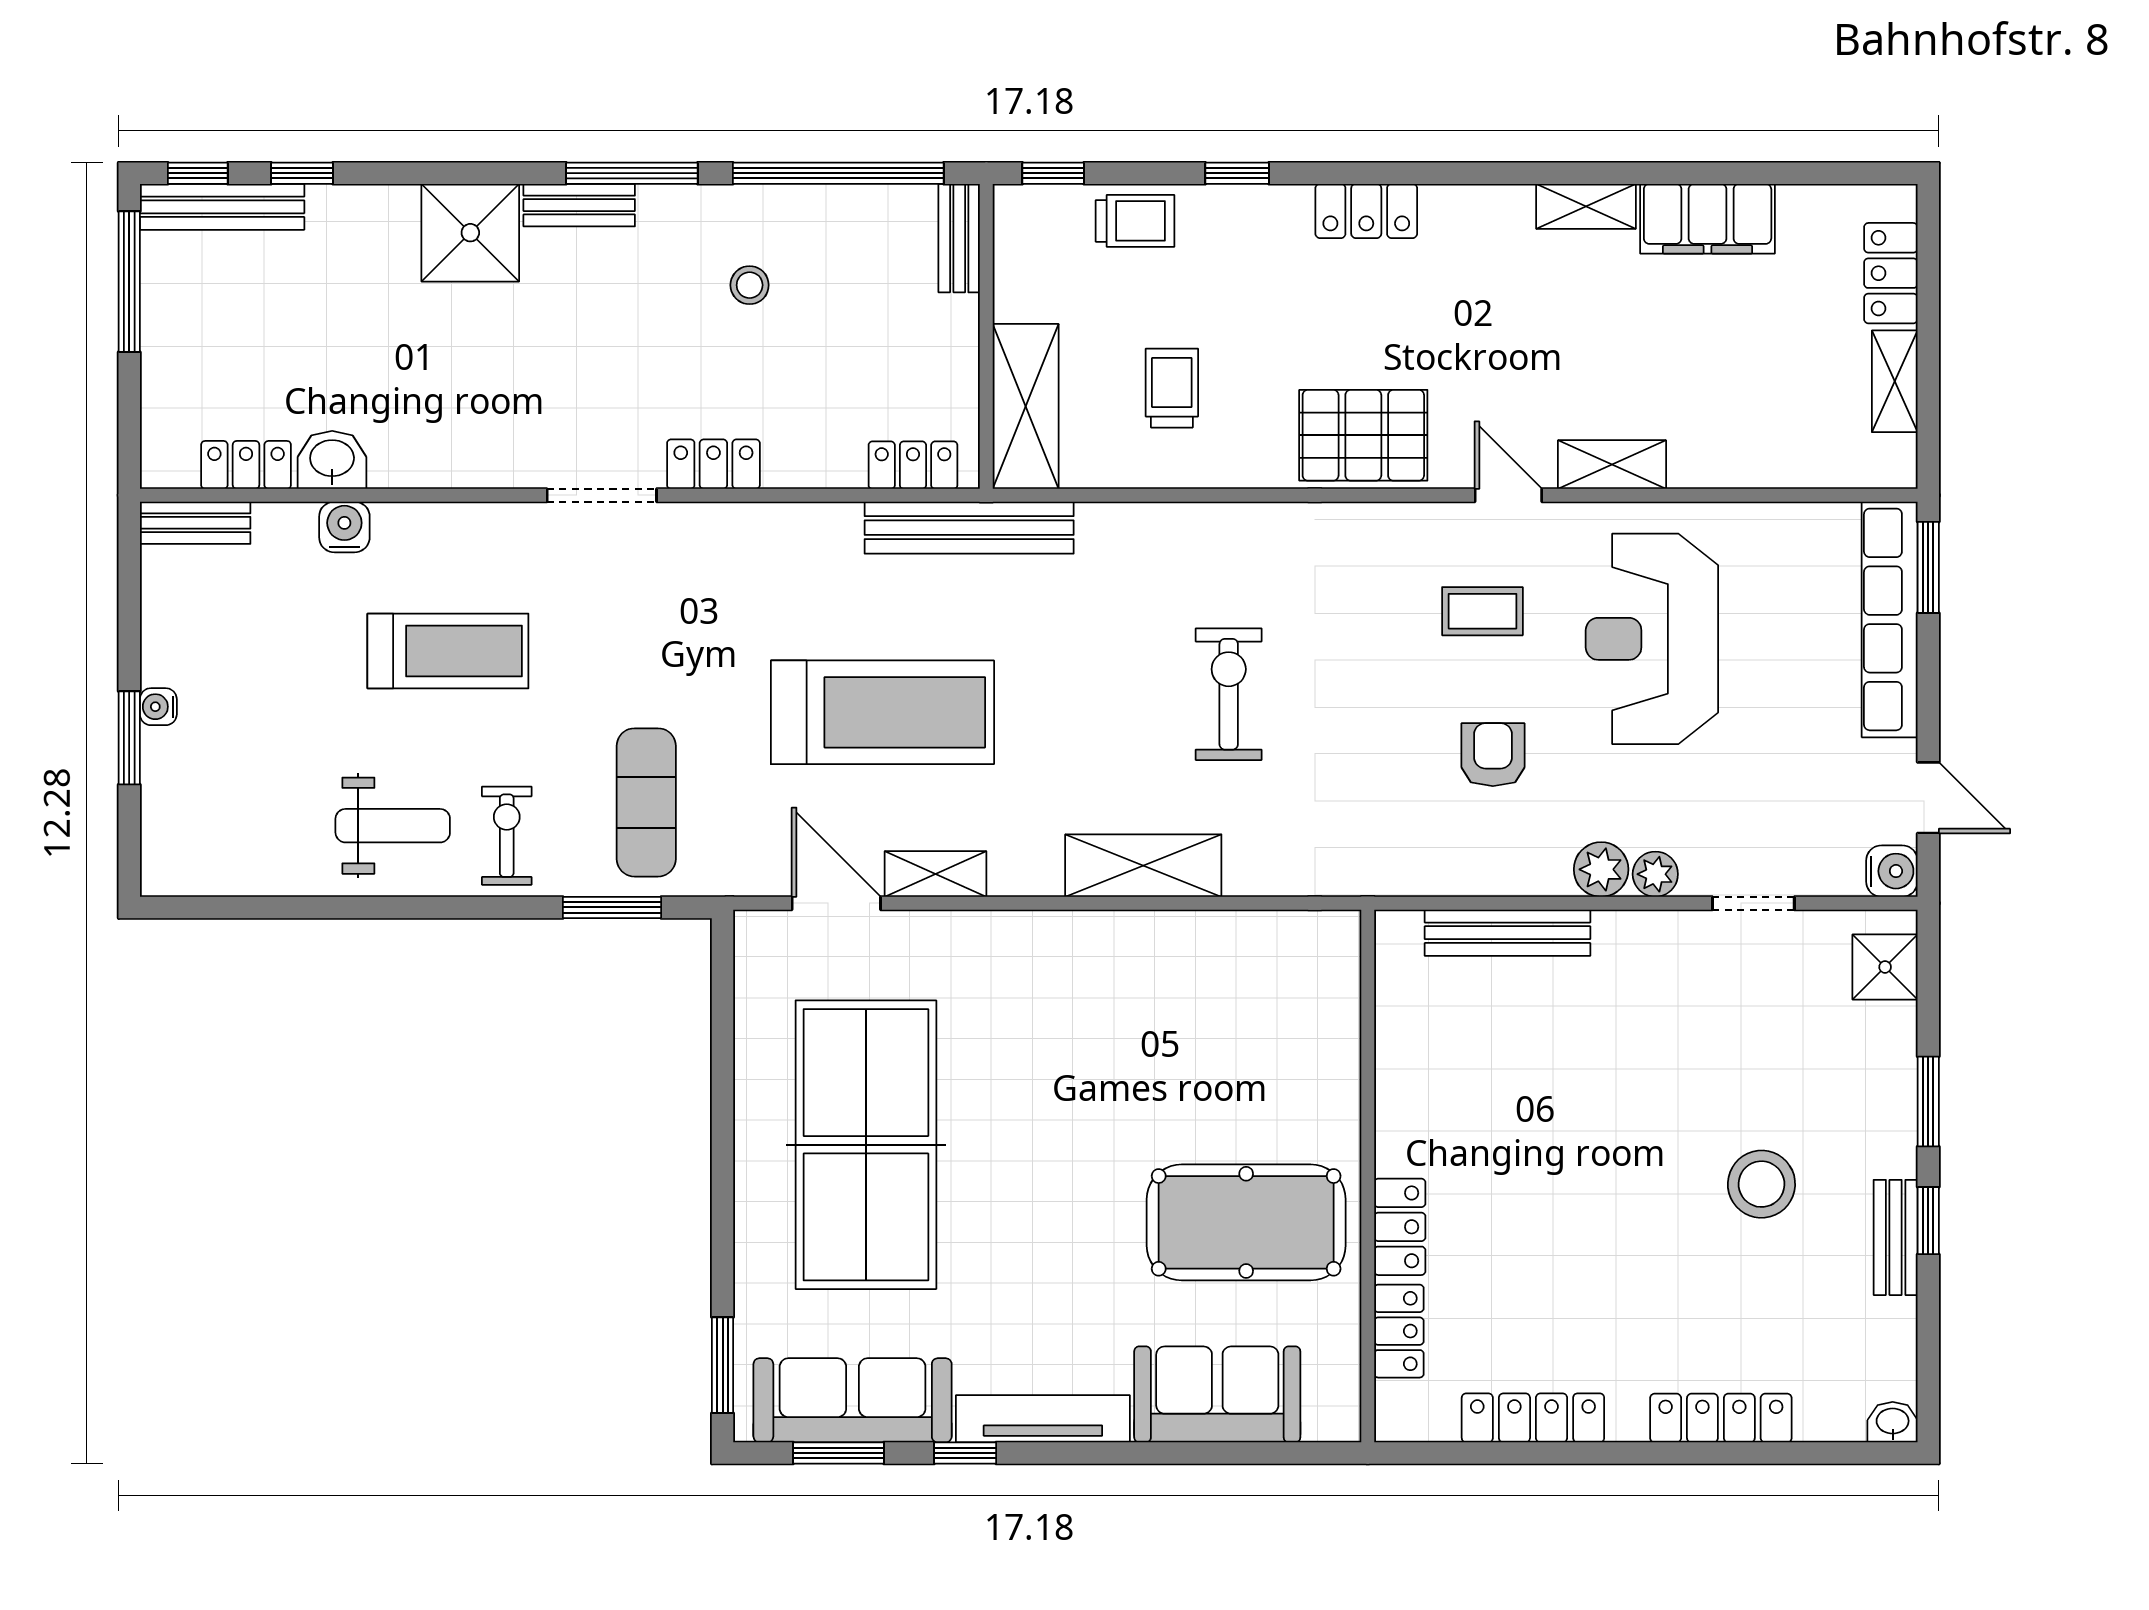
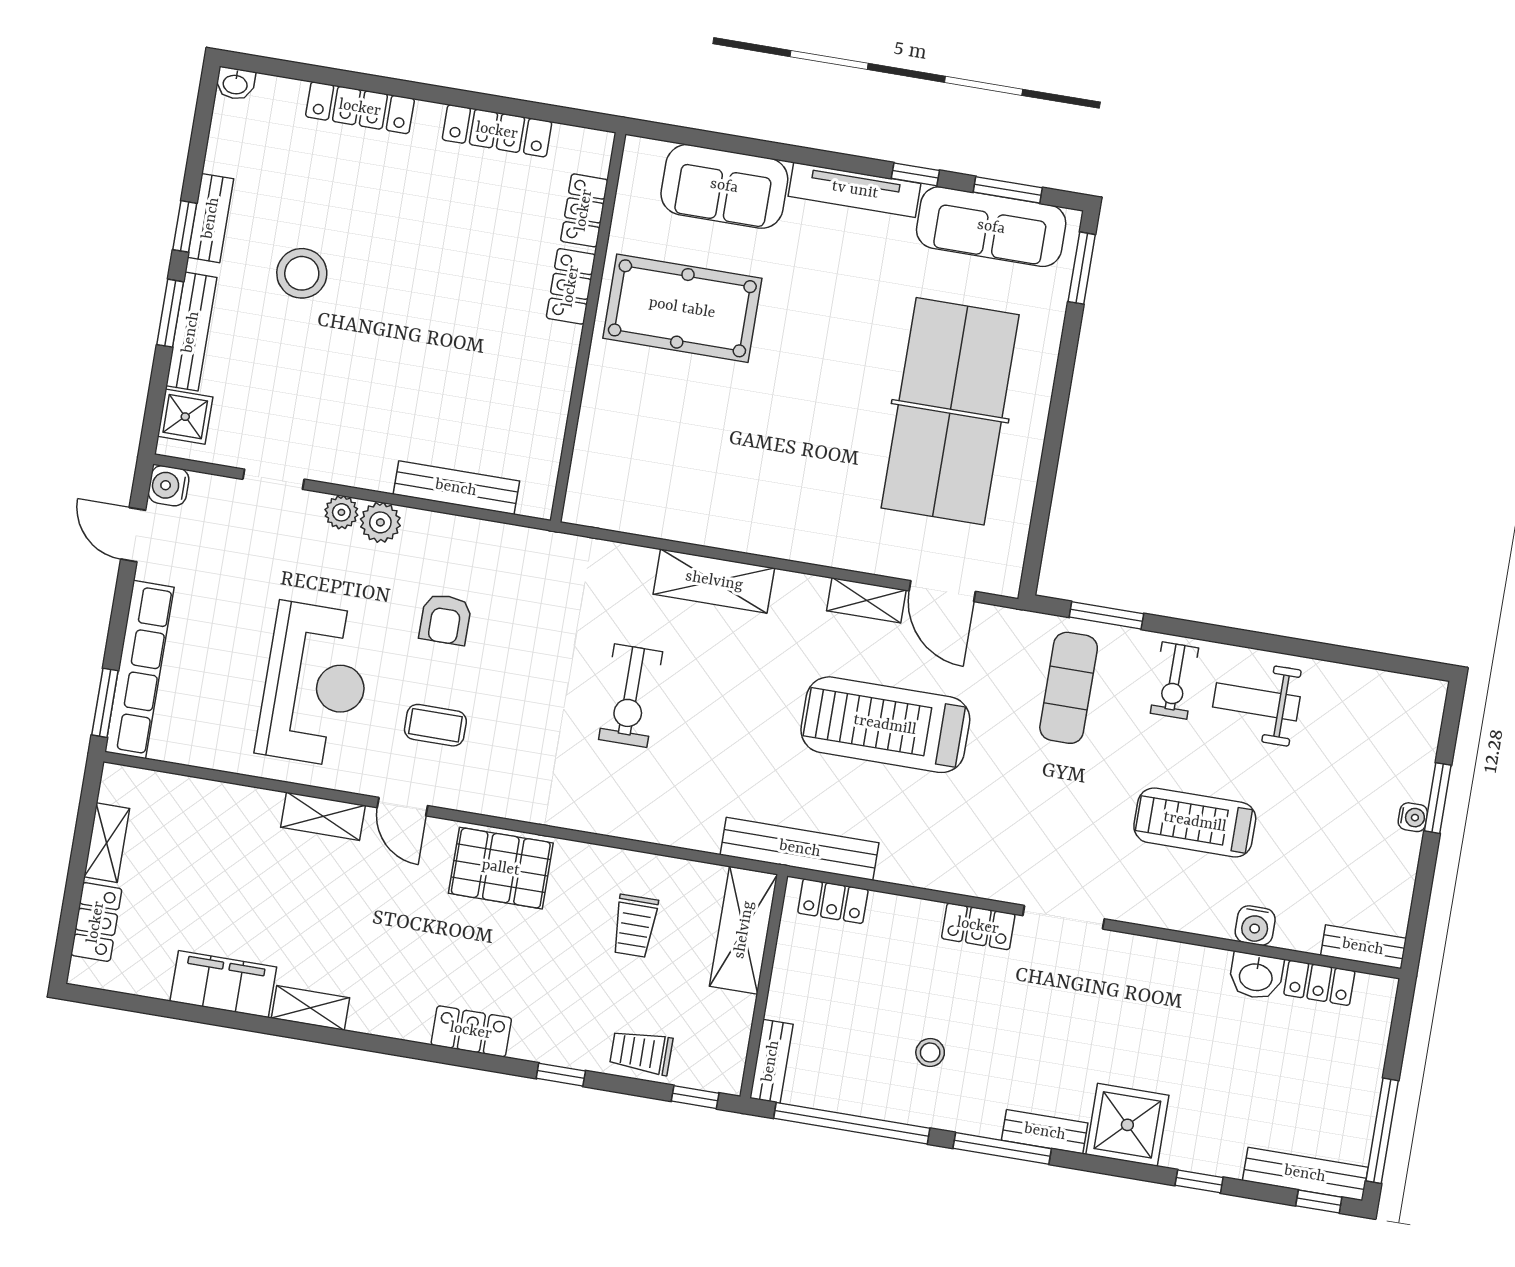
window: (302, 173) -> (1199, 1181), moved
bench: (1896, 1082) -> (191, 332), added

